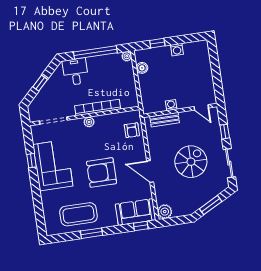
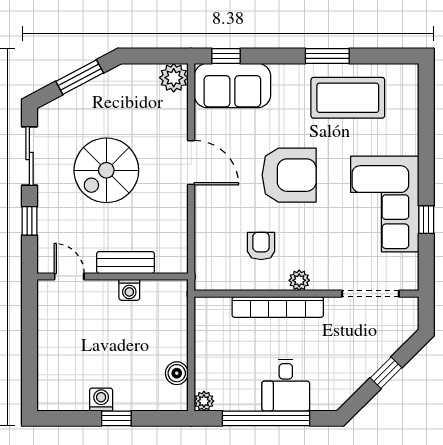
window: (157, 43) -> (116, 418), moved
desk: (75, 72) -> (286, 385), moved
bench: (165, 120) -> (126, 263), moved
armchair: (132, 130) -> (261, 246), moved

